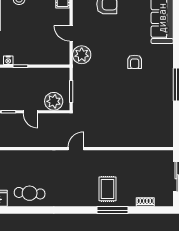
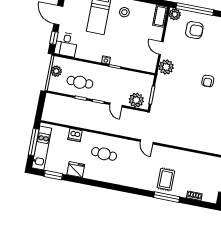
door: (76, 149) -> (147, 142), swing flipped
cafe table: (30, 193) -> (104, 154), moved

